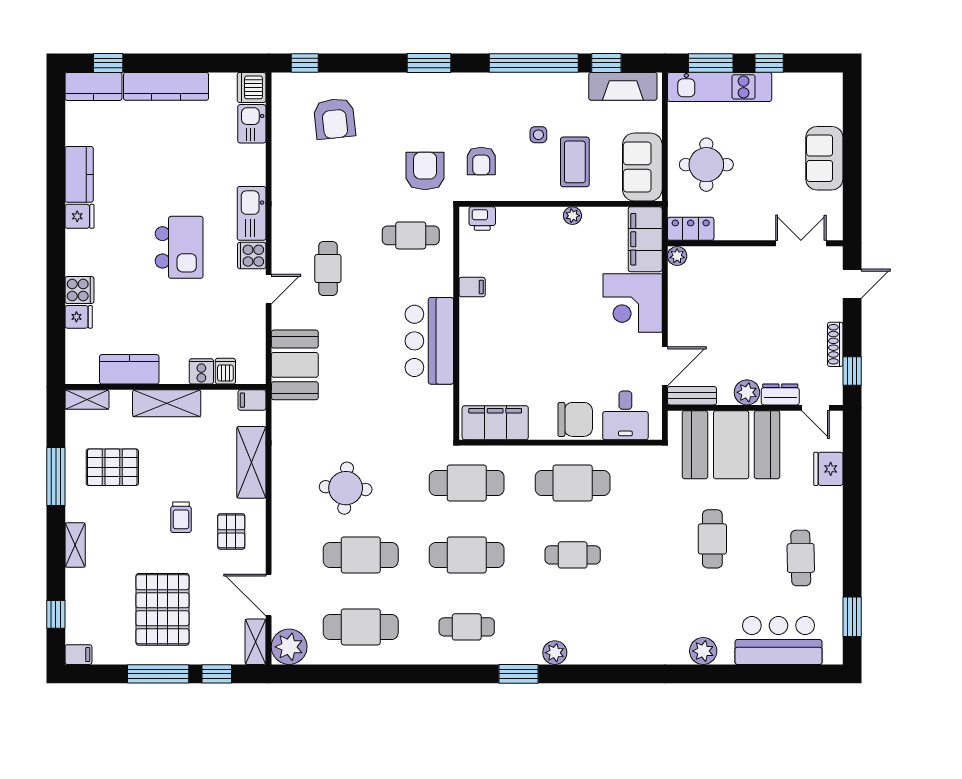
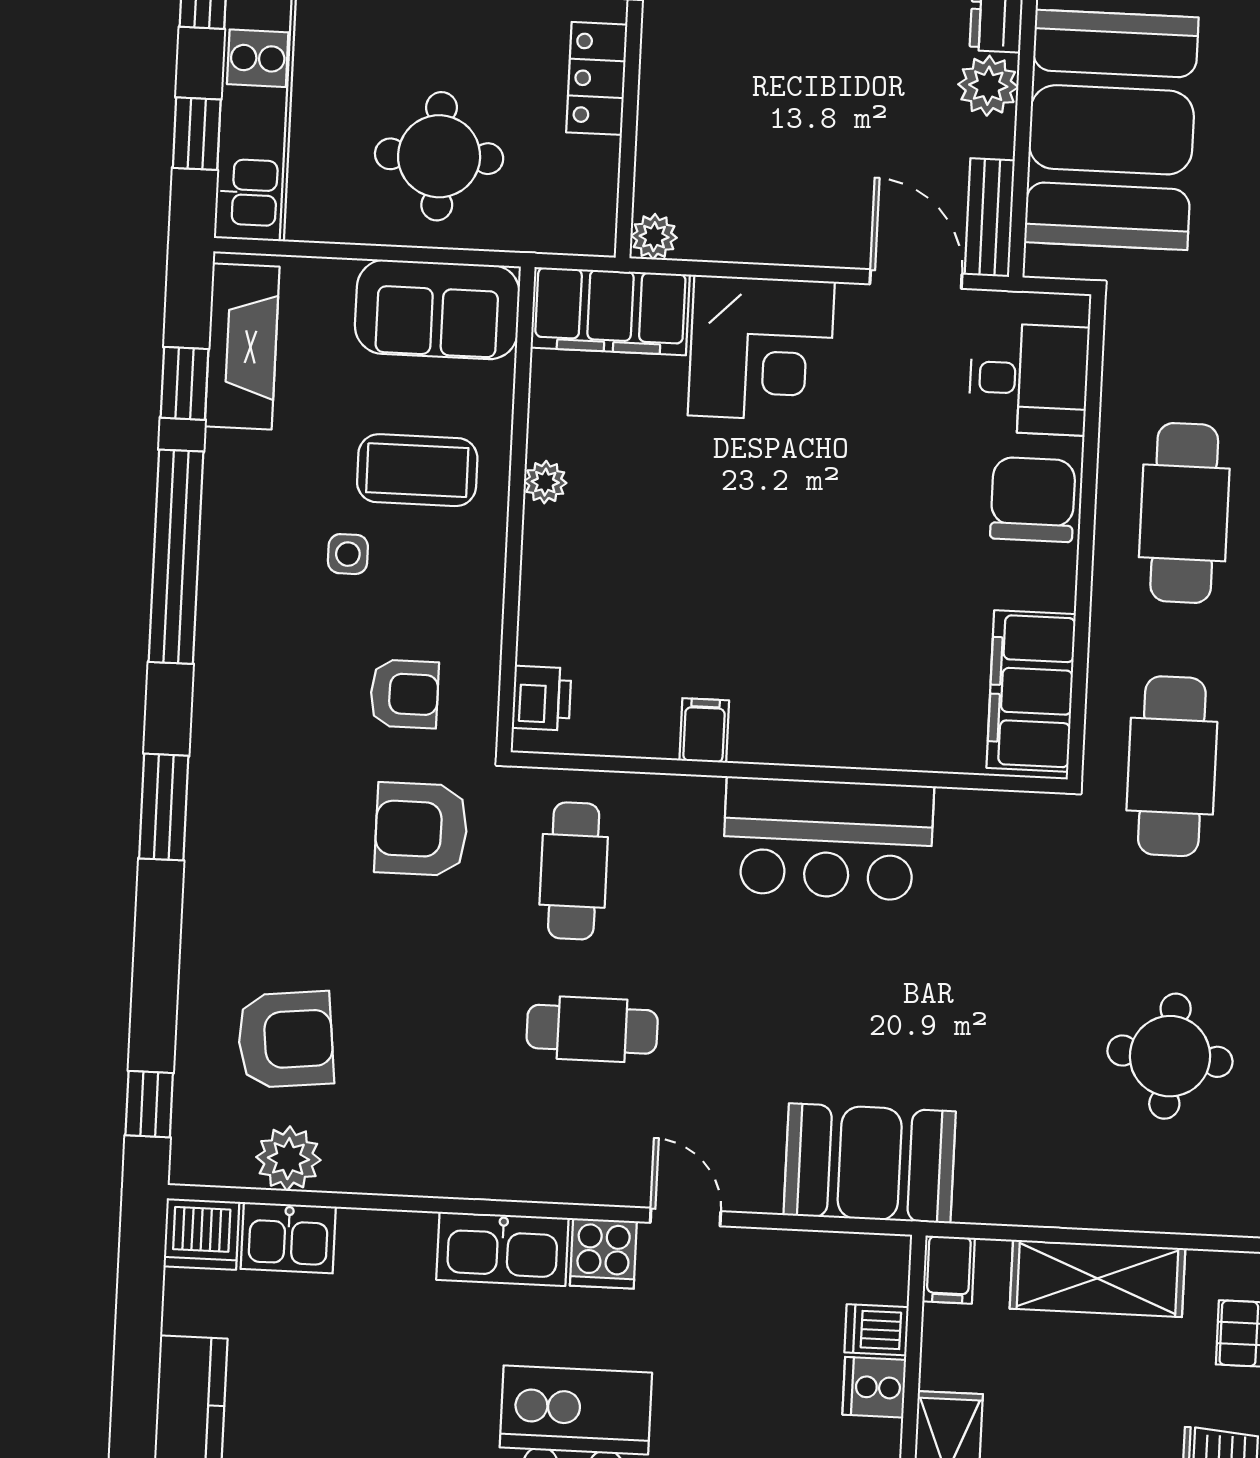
window: (711, 63) -> (197, 134), width x0.67
plant: (285, 122) -> (288, 1159), added
locker: (691, 229) -> (597, 78), moved
cafe table: (328, 269) -> (592, 1029), moved

